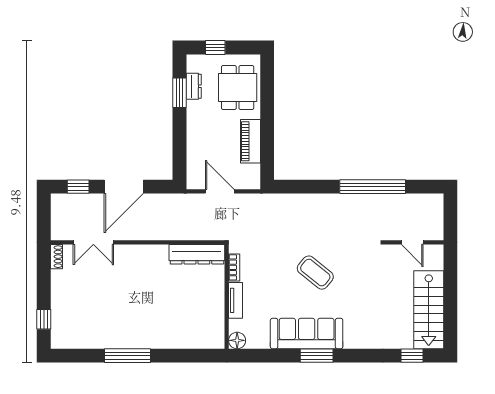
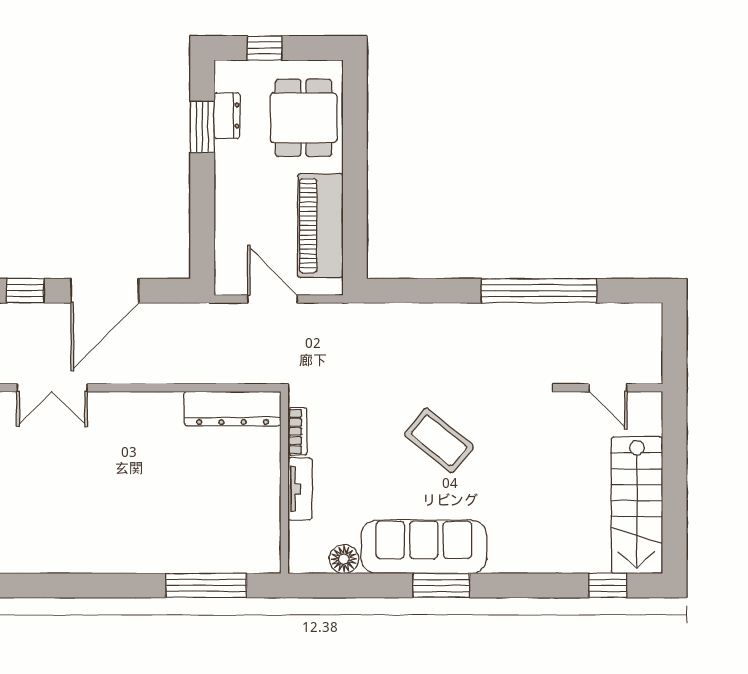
piano: (251, 141) -> (320, 226), width x1.37, depth x1.33
floor lamp: (237, 340) -> (344, 559), moved
window: (127, 356) -> (206, 585), moved

